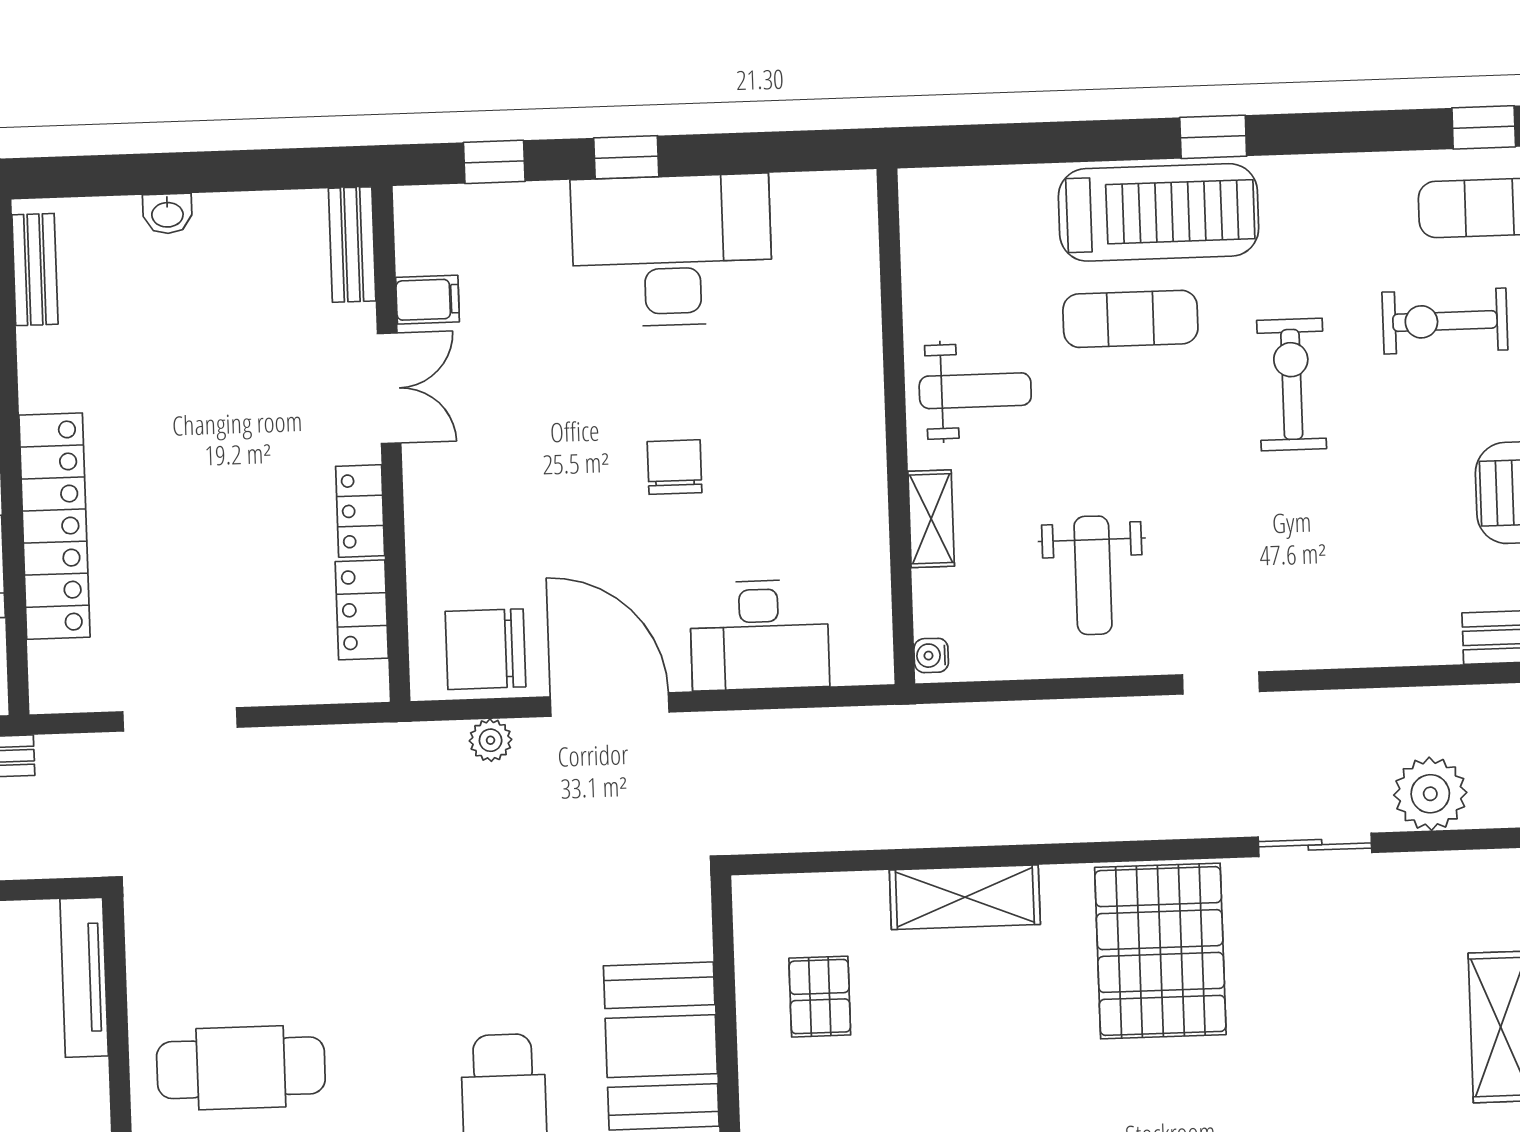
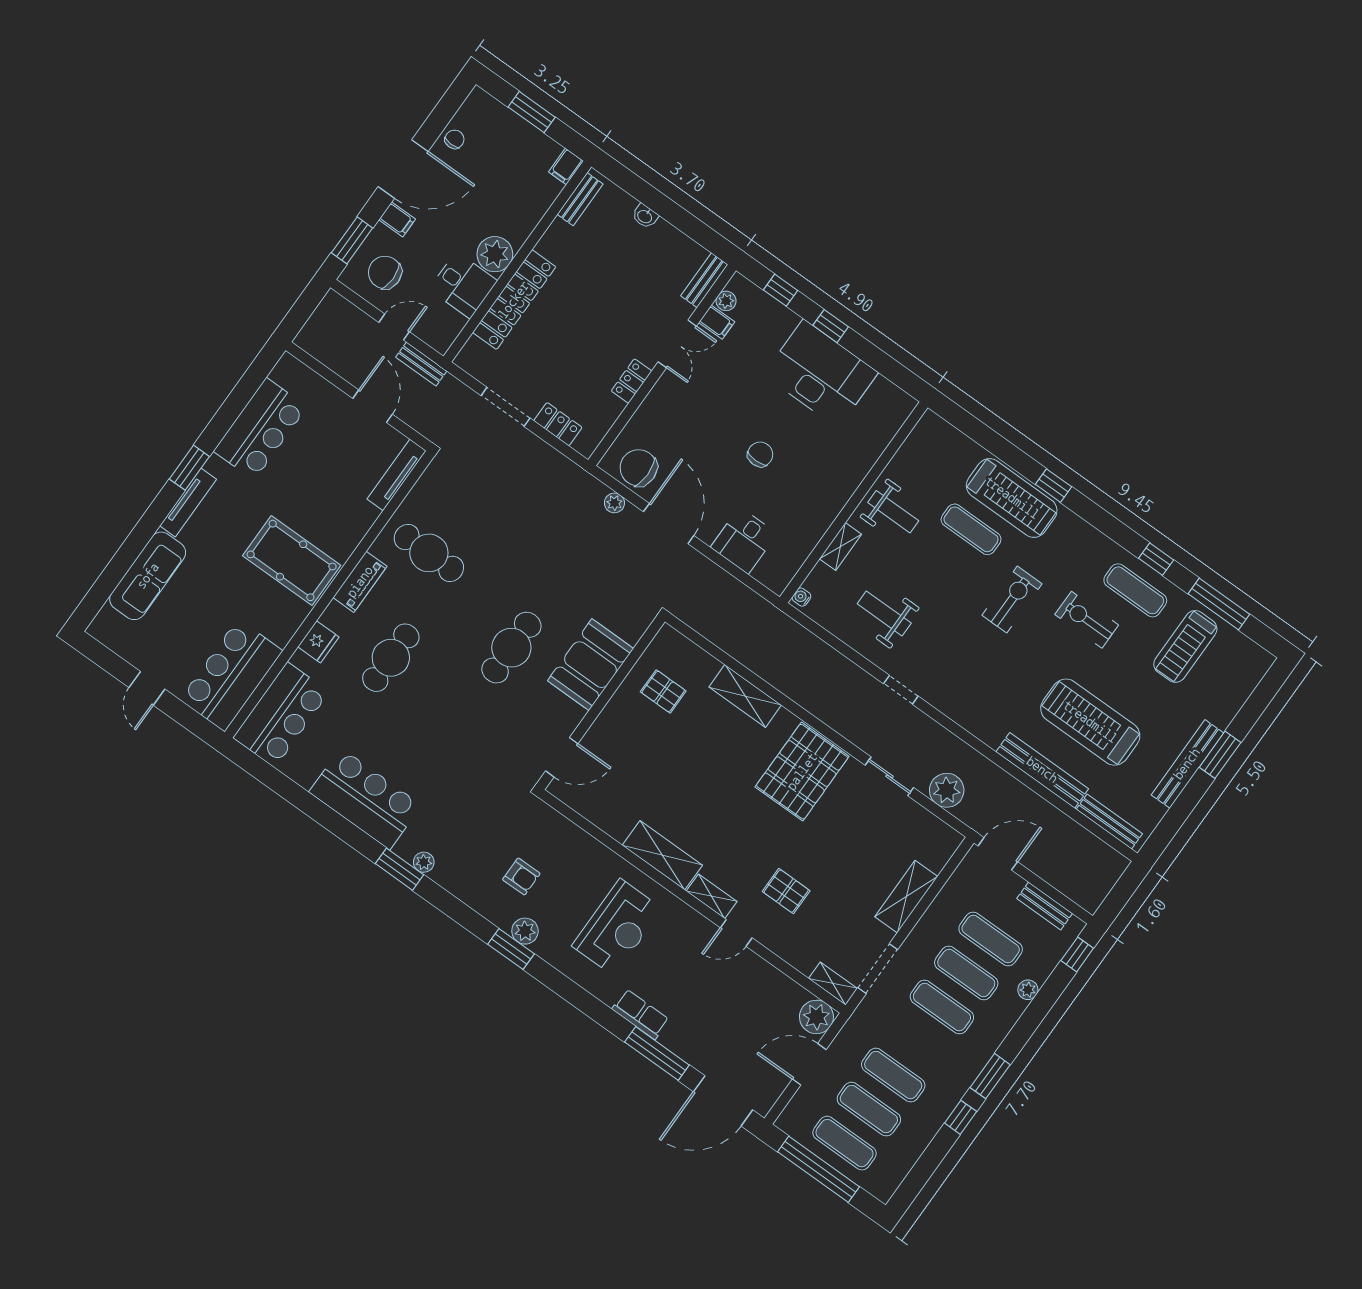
plant: (416, 251) -> (726, 301), added
weight bench: (1093, 575) -> (884, 613), turned 90
locker: (362, 610) -> (558, 424), moved, turned 90
desk: (759, 635) -> (744, 541), width x0.73
pallet: (820, 997) -> (663, 691), turned 90

